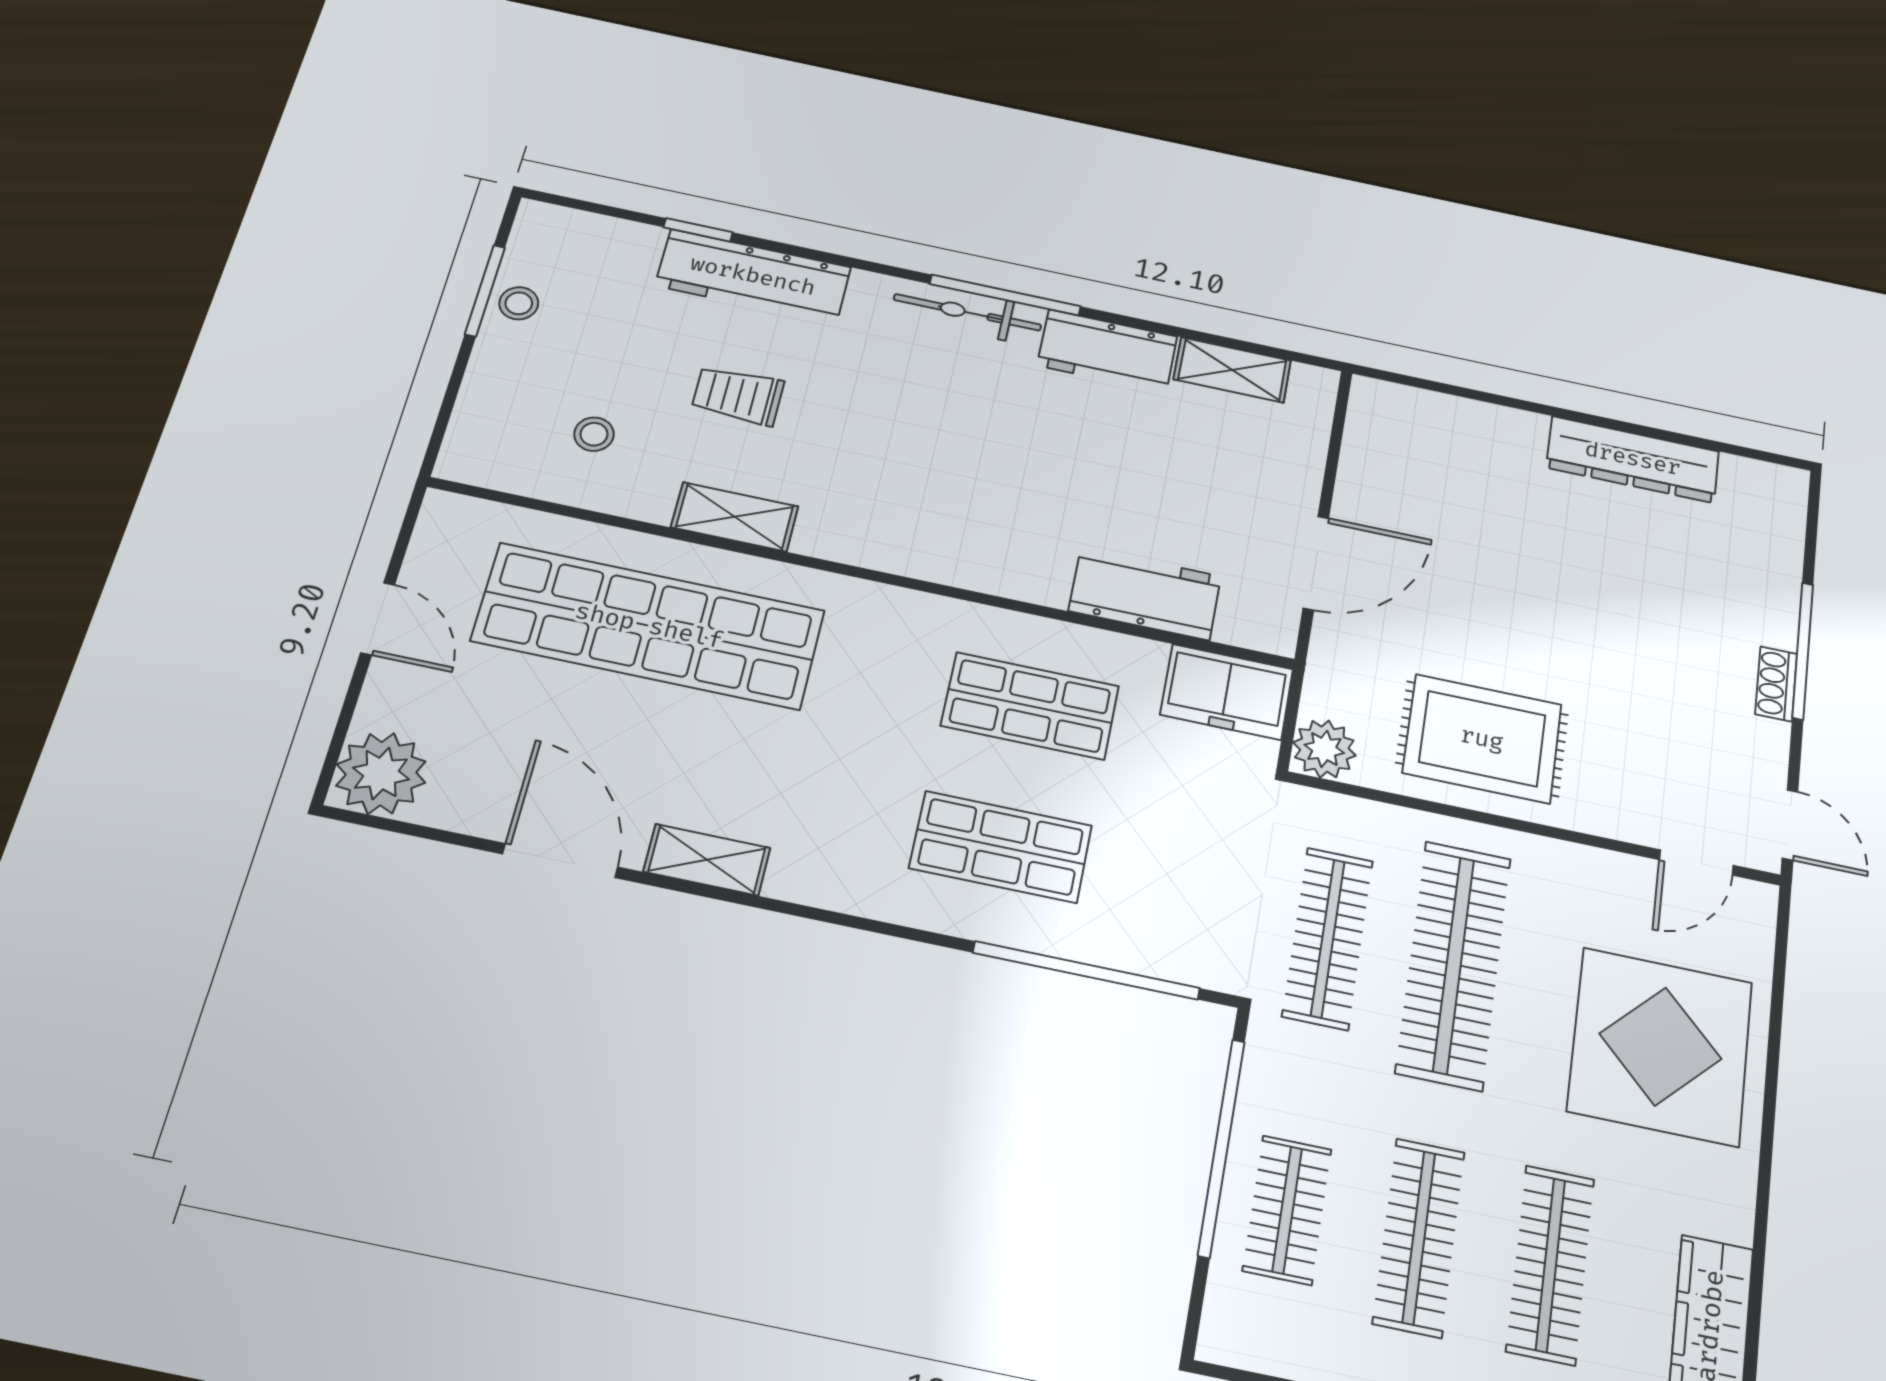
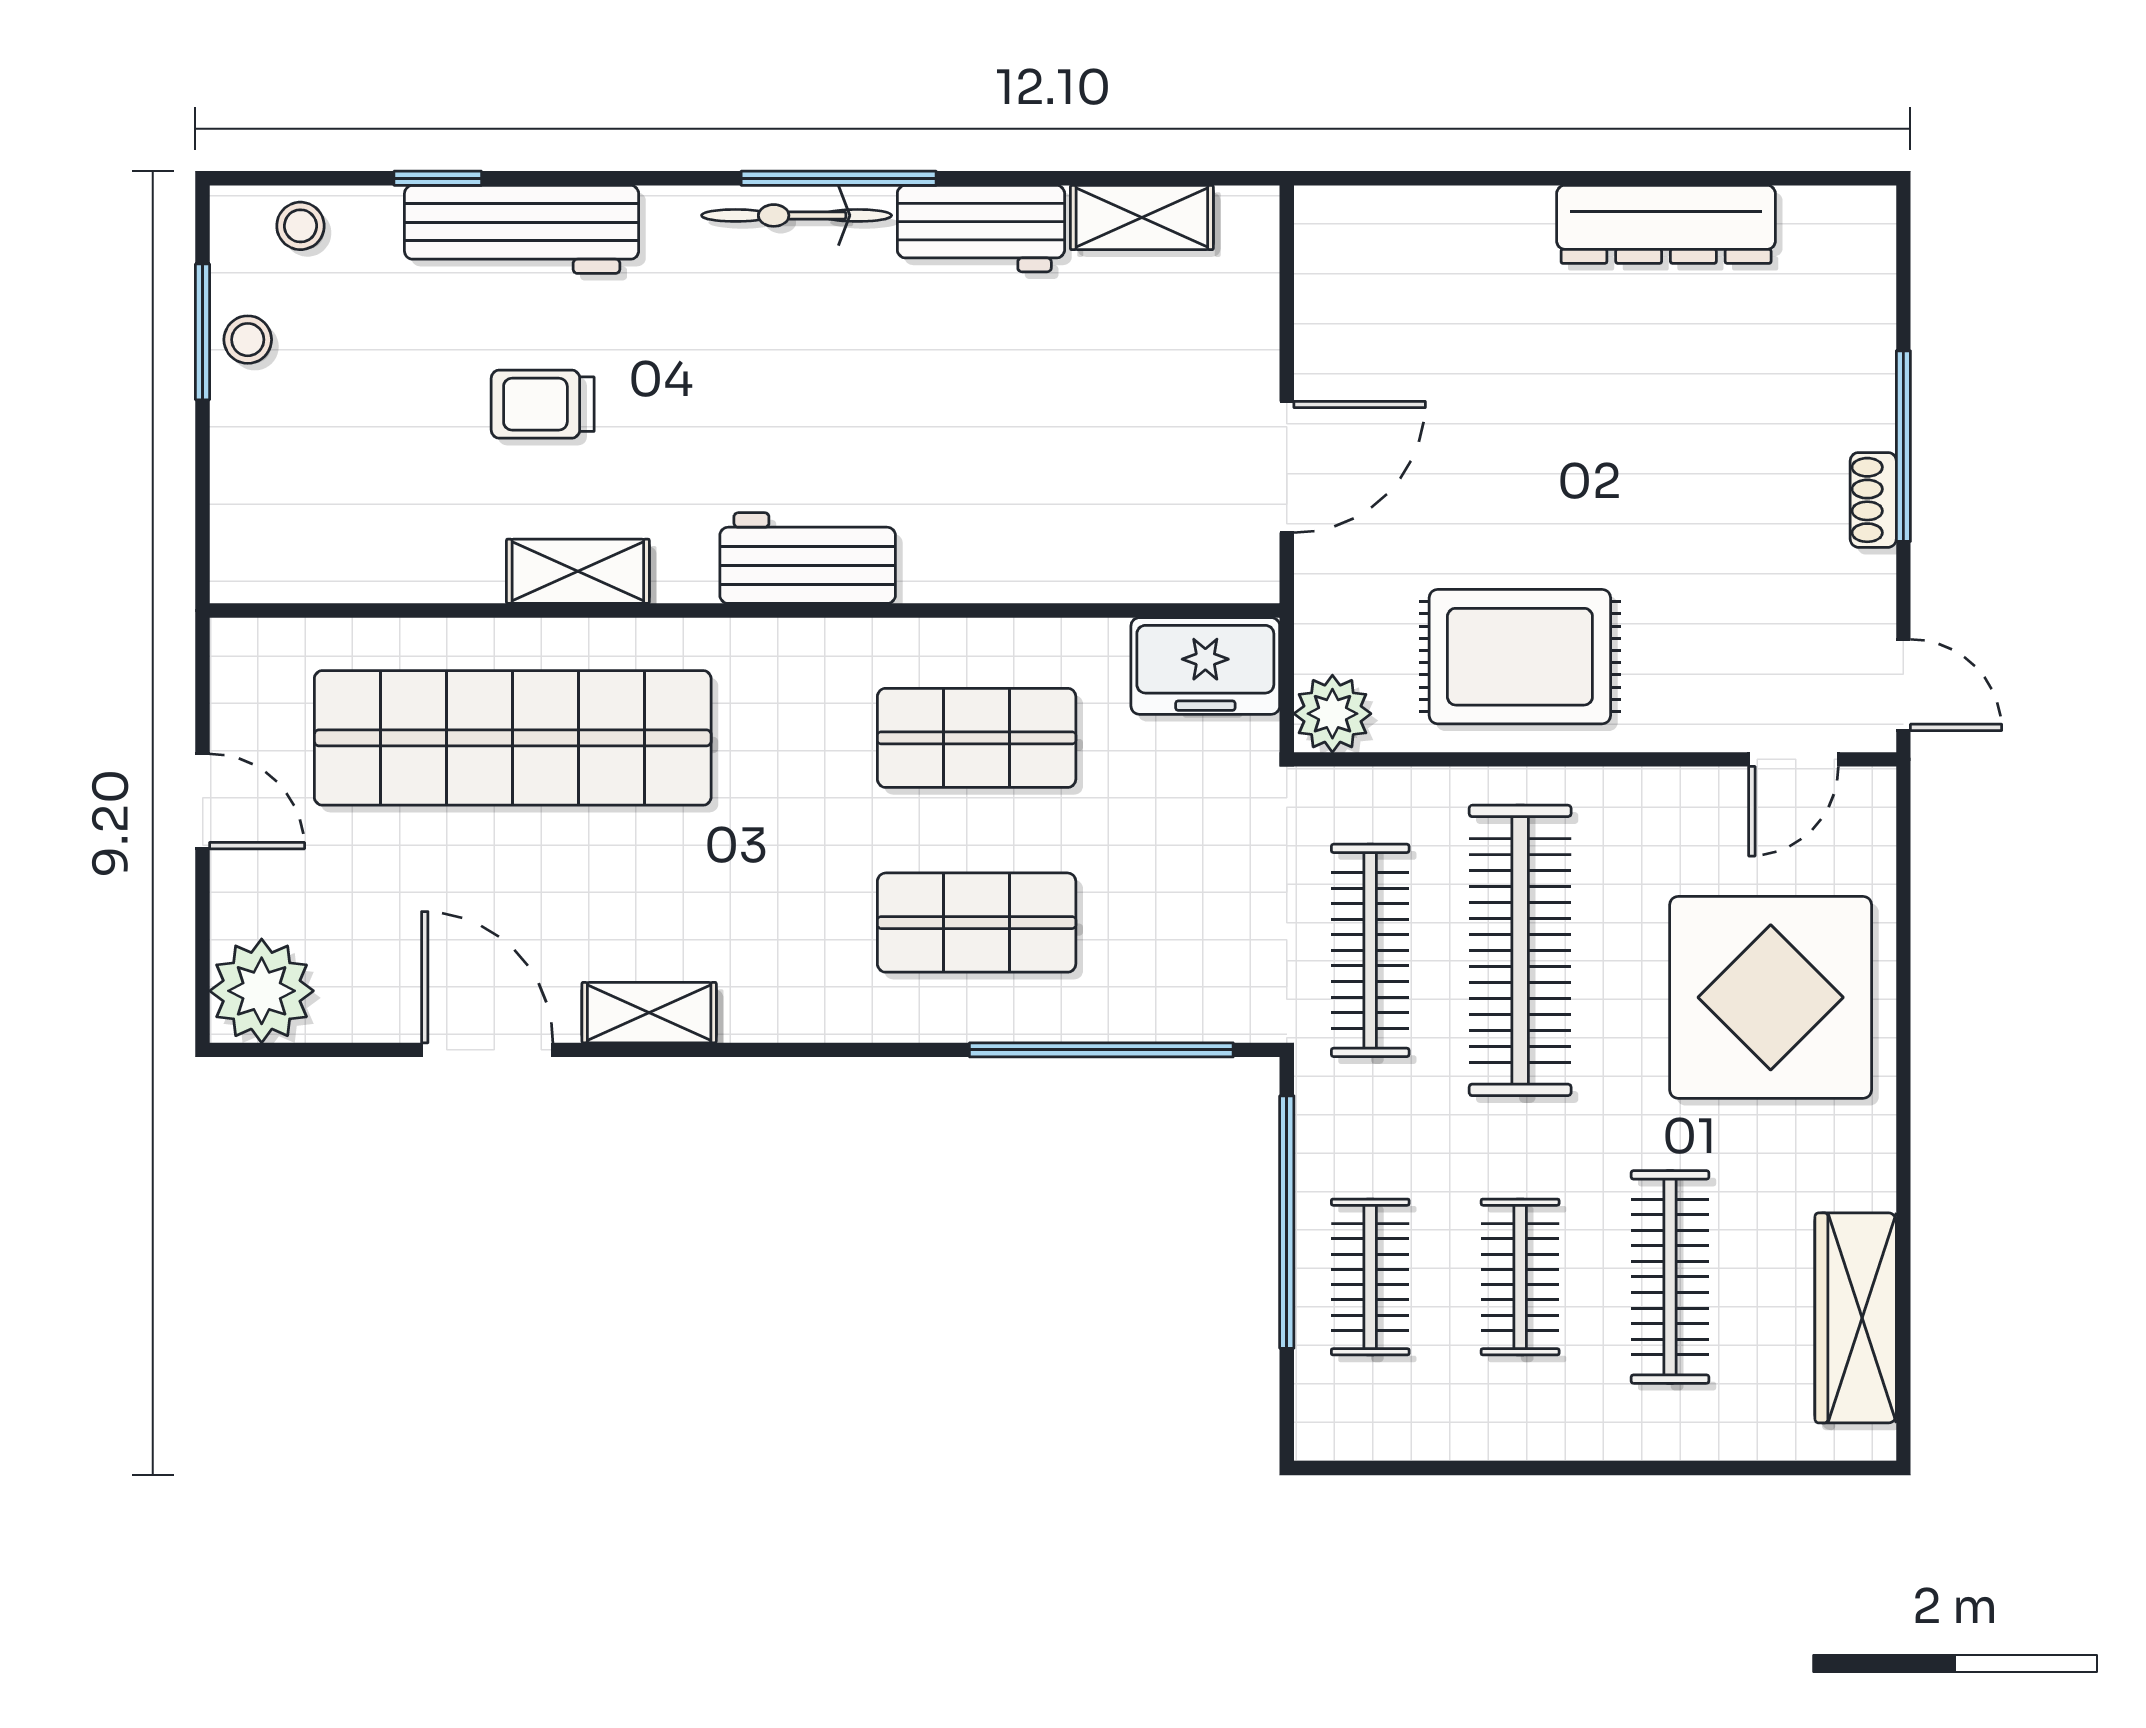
stool: (594, 434) -> (300, 226), moved
workbench: (1145, 594) -> (808, 558), moved
clothes rail: (1419, 1237) -> (1520, 1277), width x0.73

